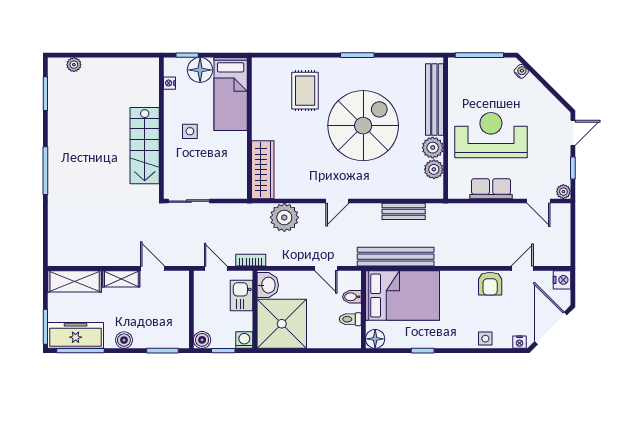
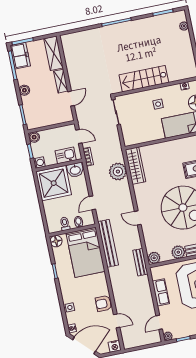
plant: (434, 169) -> (154, 258), moved
wardrobe: (263, 170) -> (135, 166), moved, turned -90
door: (337, 201) -> (138, 218), moved
bench: (404, 211) -> (140, 262), moved
door: (216, 268) -> (79, 137), hinge flipped
freezer: (76, 335) -> (20, 56), width x0.71

